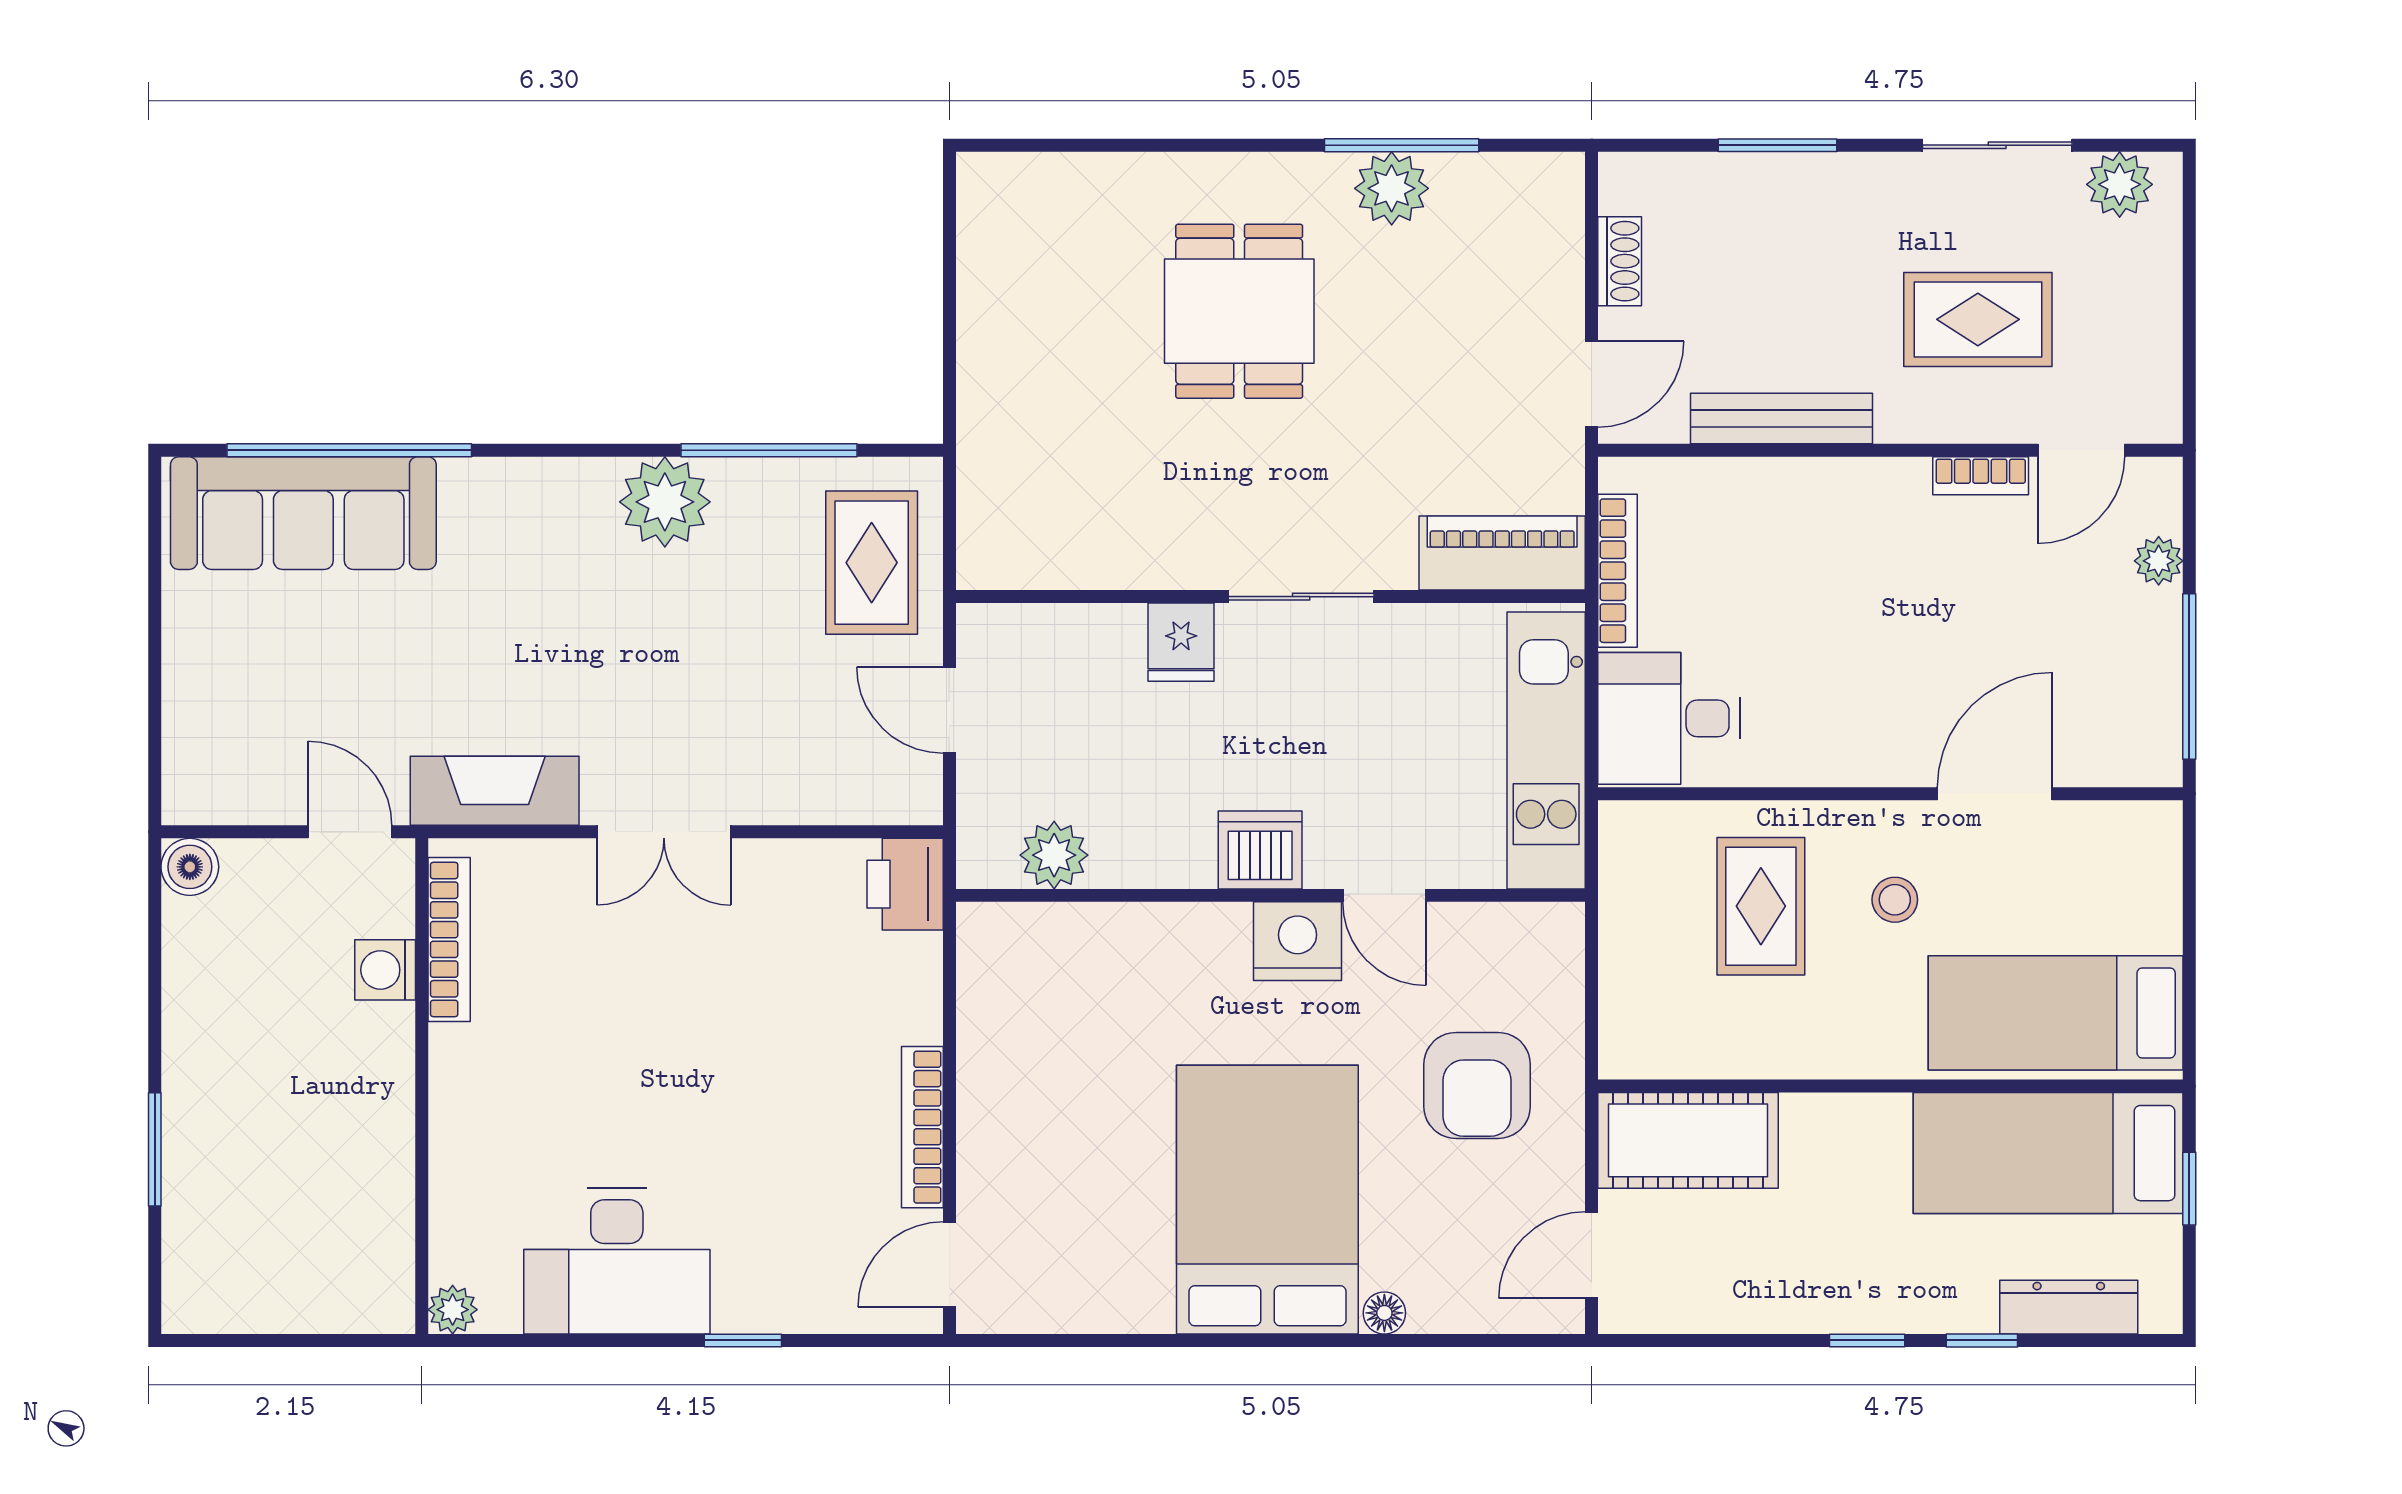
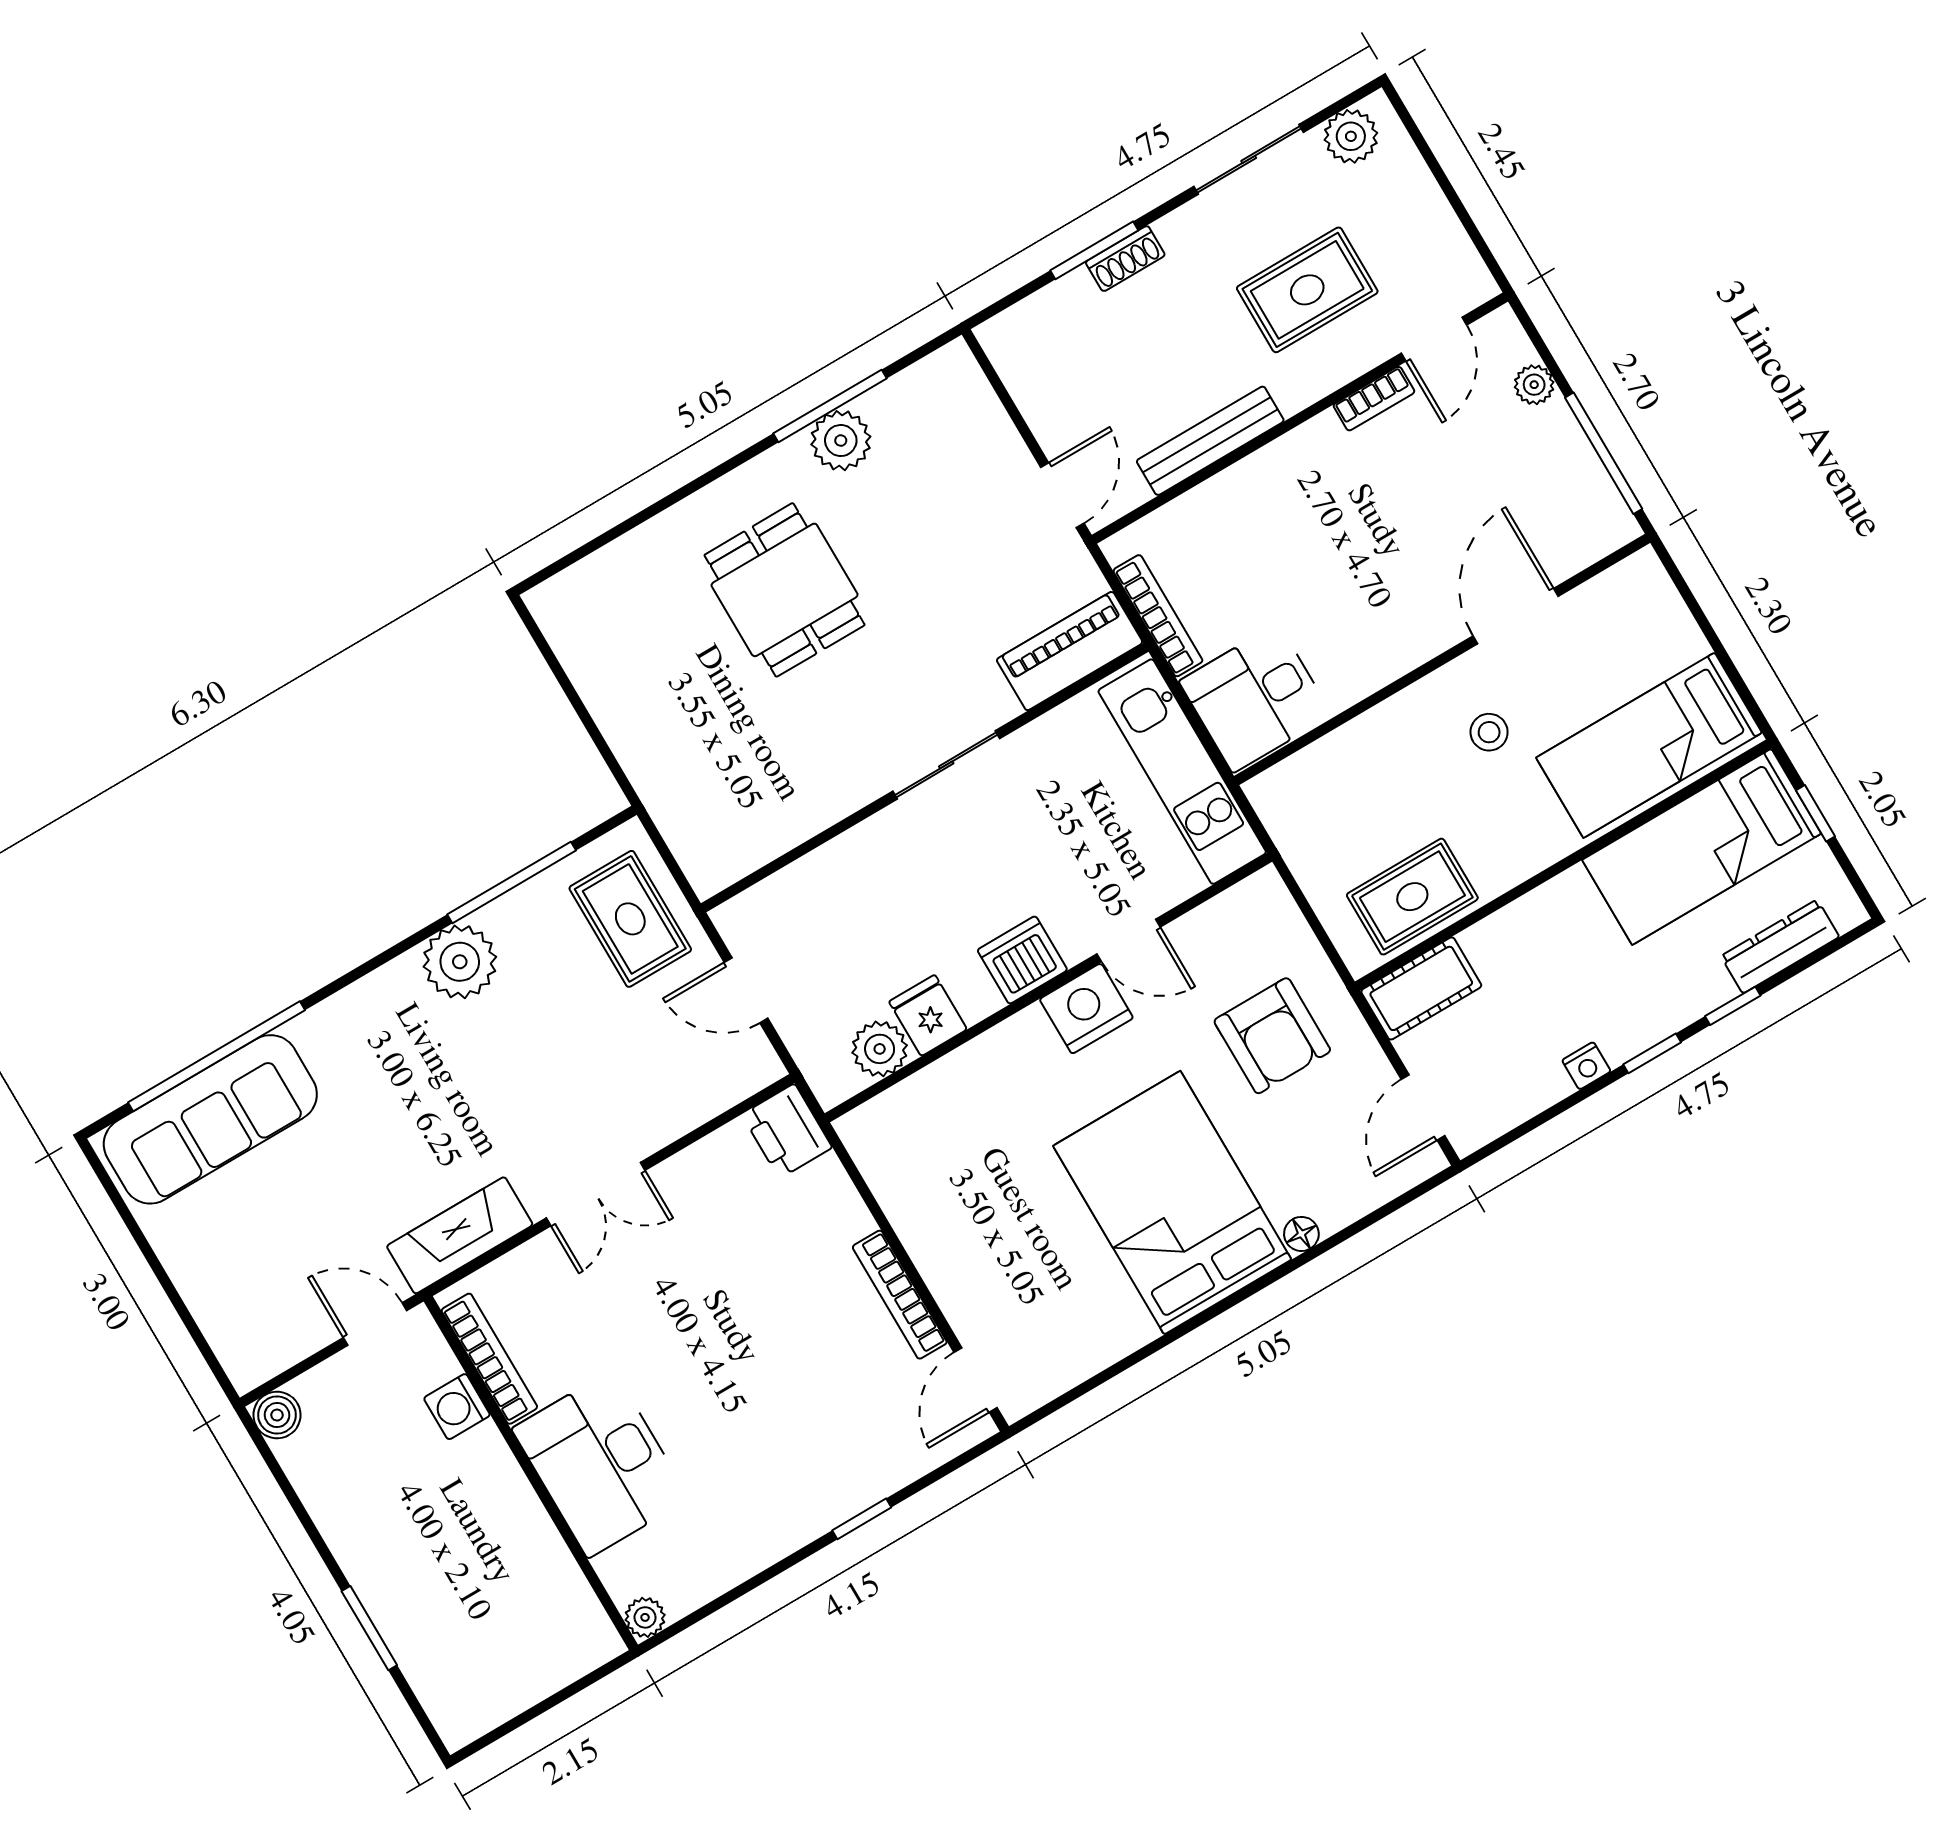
shoe rack: (1620, 261) -> (1125, 259), moved, turned 90
fridge: (1181, 642) -> (928, 1015), moved, turned 180
rug: (1761, 906) -> (1412, 897), moved, turned 90
cot: (1688, 1140) -> (1421, 988), width x0.73, depth x0.75
desk: (617, 1261) -> (600, 1464), moved, turned 90
nightstand: (1790, 1313) -> (1586, 1066), added

